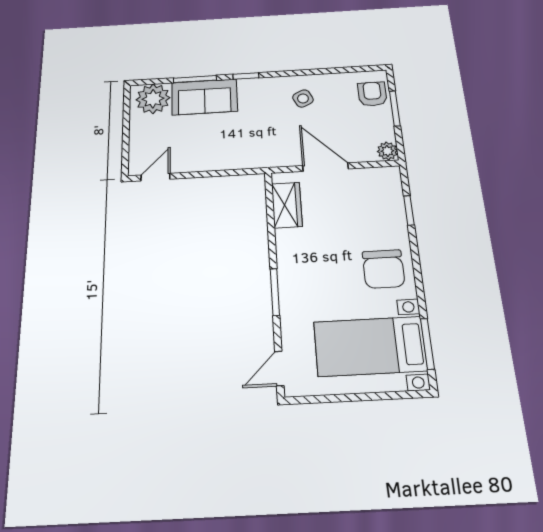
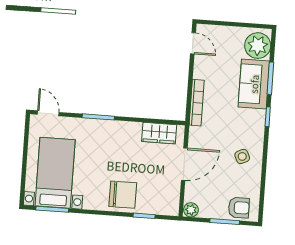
bookcase: (237, 162) -> (197, 103), added
chair: (383, 269) -> (123, 195), moved, turned 180

